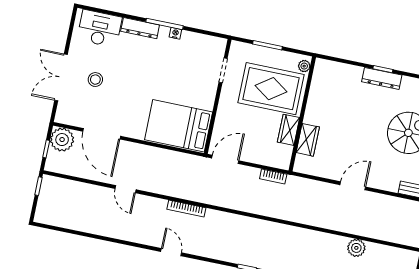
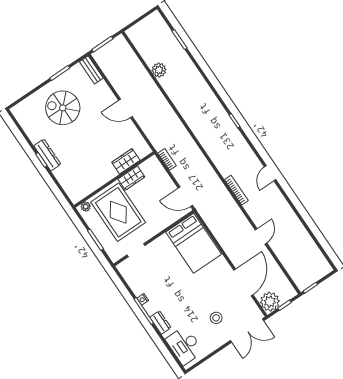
dresser: (140, 28) -> (160, 323), width x0.70
double door: (61, 77) -> (247, 331), moved

